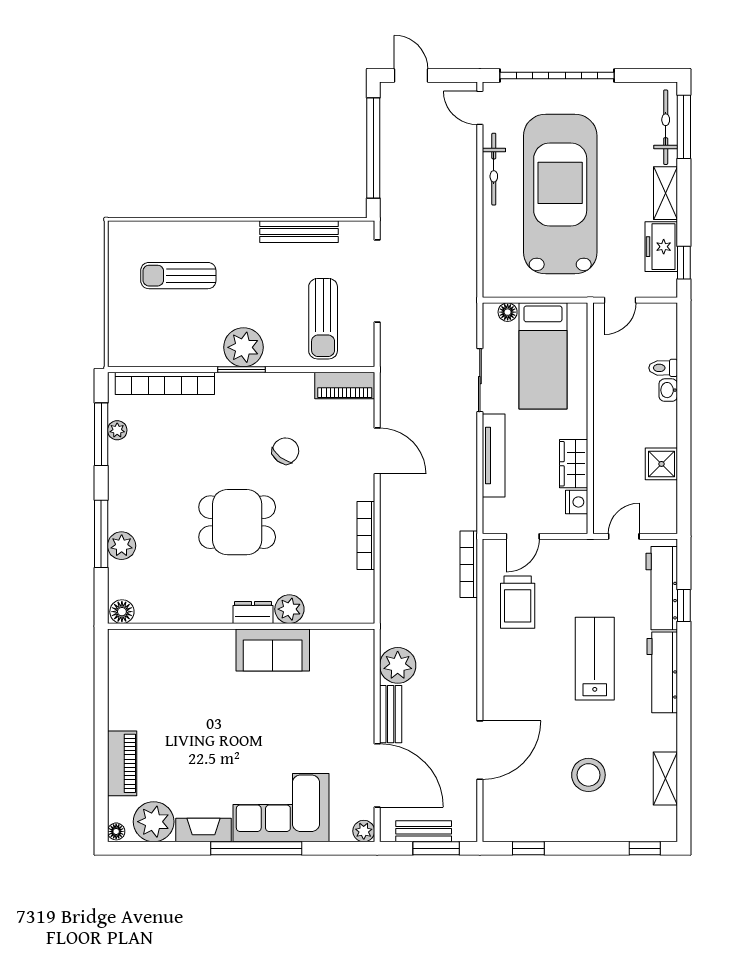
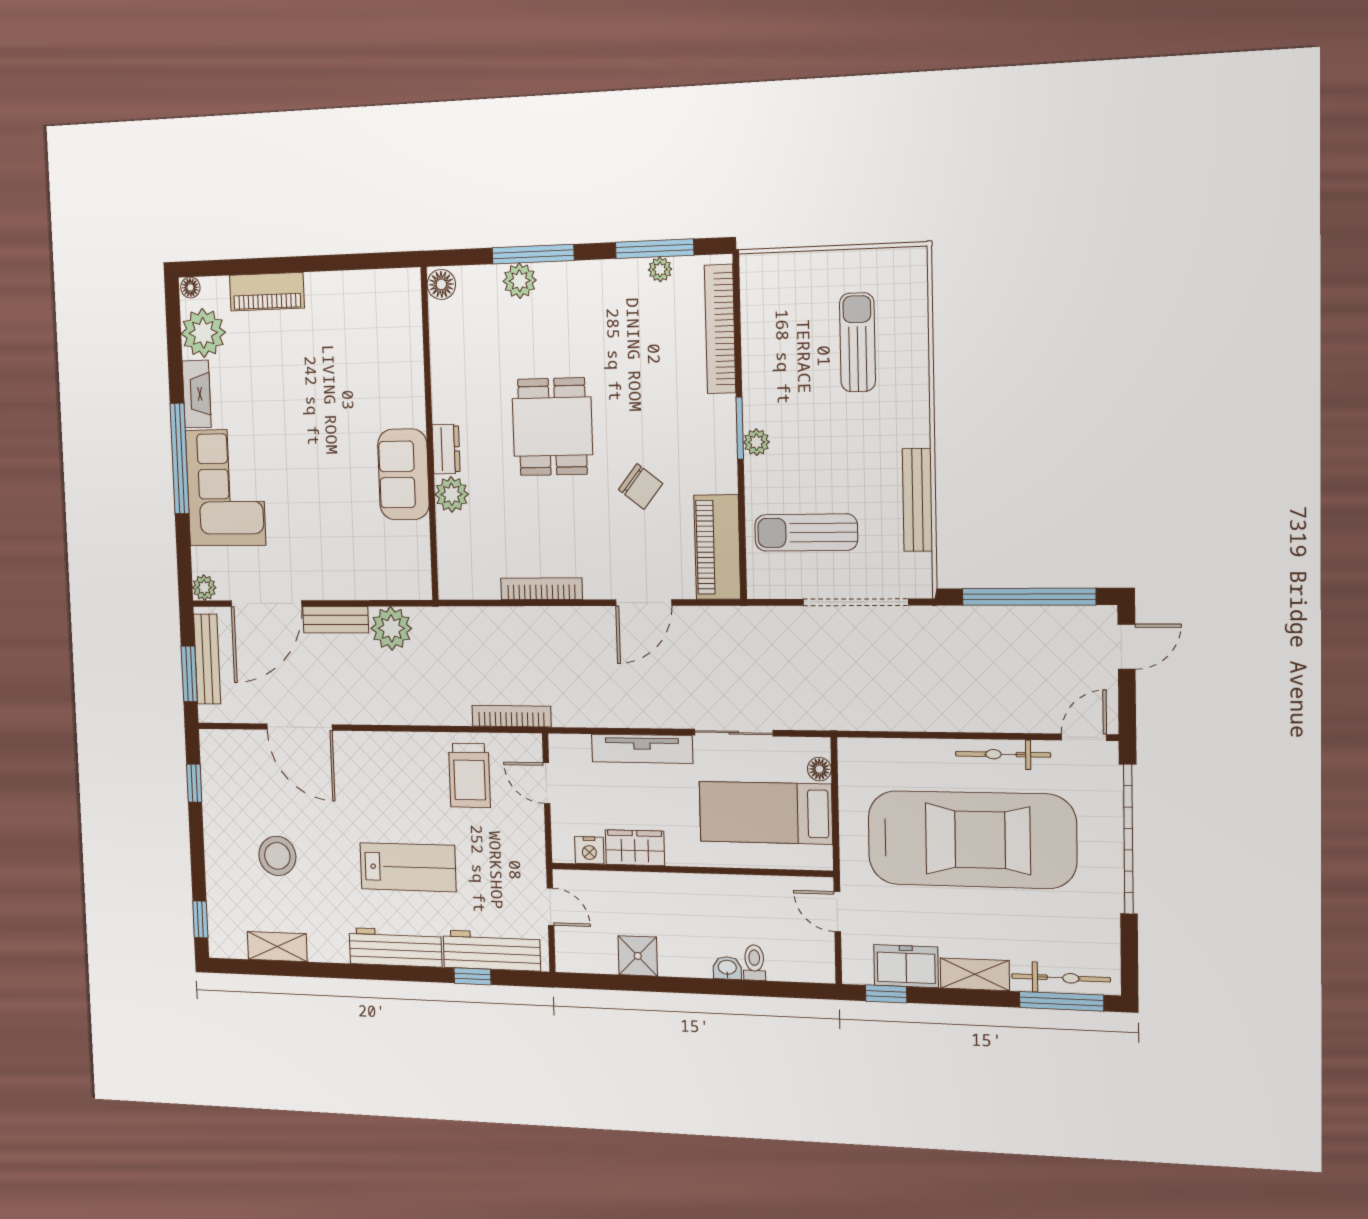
plant: (243, 347) -> (756, 442), width x0.53, depth x0.53
piano: (345, 385) -> (717, 547), width x1.37, depth x1.33
trolley: (518, 602) -> (469, 775), turned -90
bench: (424, 831) -> (207, 659), width x1.36

